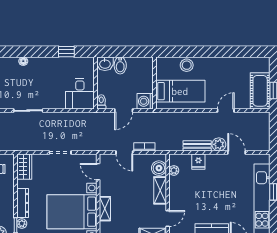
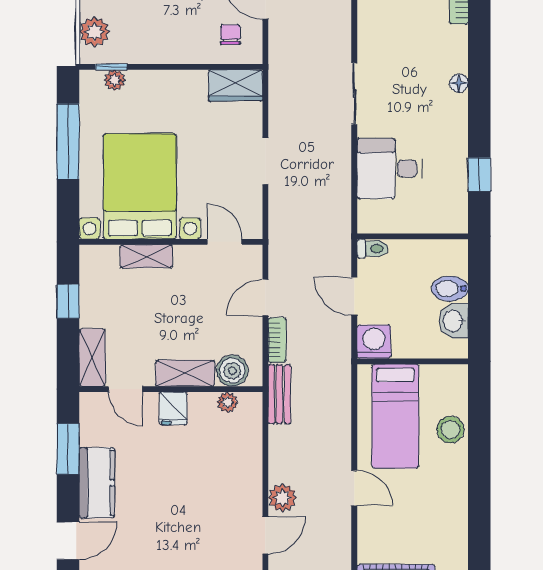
washbasin: (105, 64) -> (453, 321), moved
desk: (80, 94) -> (390, 169), moved
door: (226, 111) -> (354, 488), moved
bench: (197, 146) -> (279, 394), moved
fridge: (198, 162) -> (173, 408), moved, turned -90
door: (98, 172) -> (225, 242), hinge flipped
dresser: (23, 203) -> (158, 82), removed

